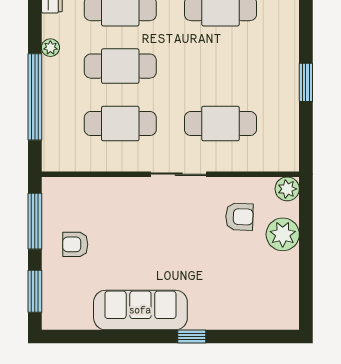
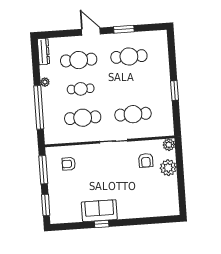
cafe table: (120, 66) -> (81, 89), width x0.73, depth x0.74
armchair: (239, 217) -> (146, 160), turned 88
armchair: (75, 244) -> (69, 164), moved
sofa: (140, 310) -> (99, 211), width x0.73
window: (192, 337) -> (102, 224), moved

